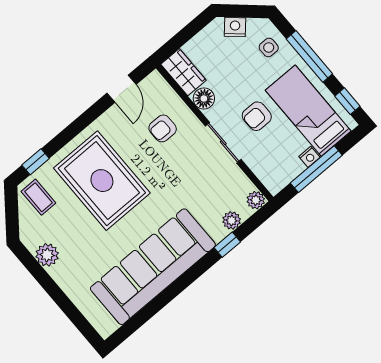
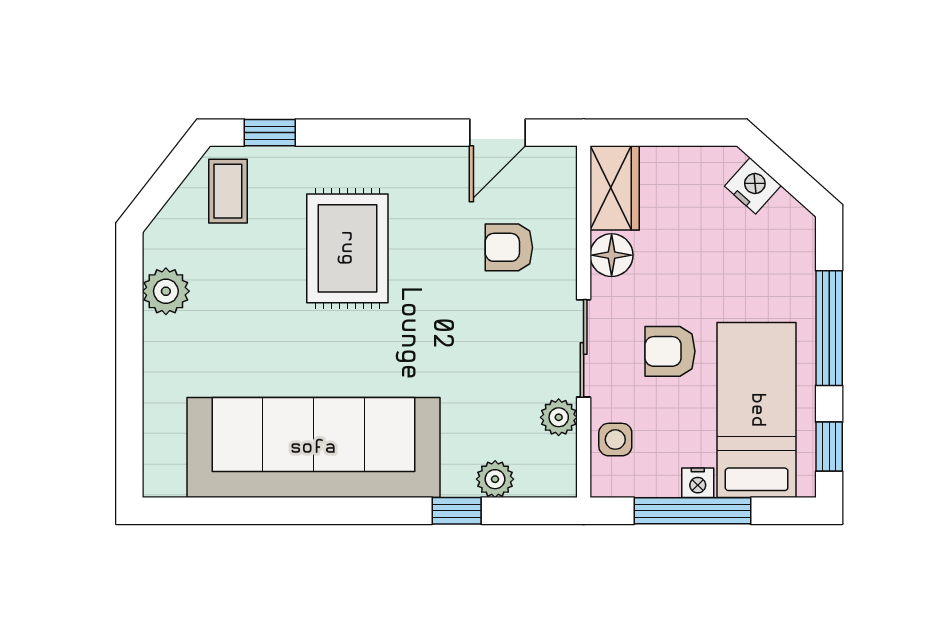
side table: (269, 48) -> (615, 440), moved
rug: (102, 181) -> (347, 248), width x0.73, depth x0.69
plant: (256, 200) -> (559, 417), moved

